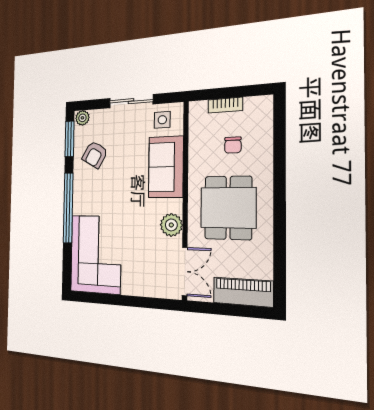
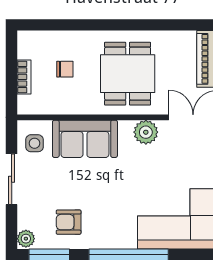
armchair: (95, 155) -> (69, 222), turned 150
dining table: (228, 208) -> (128, 74), turned 90

